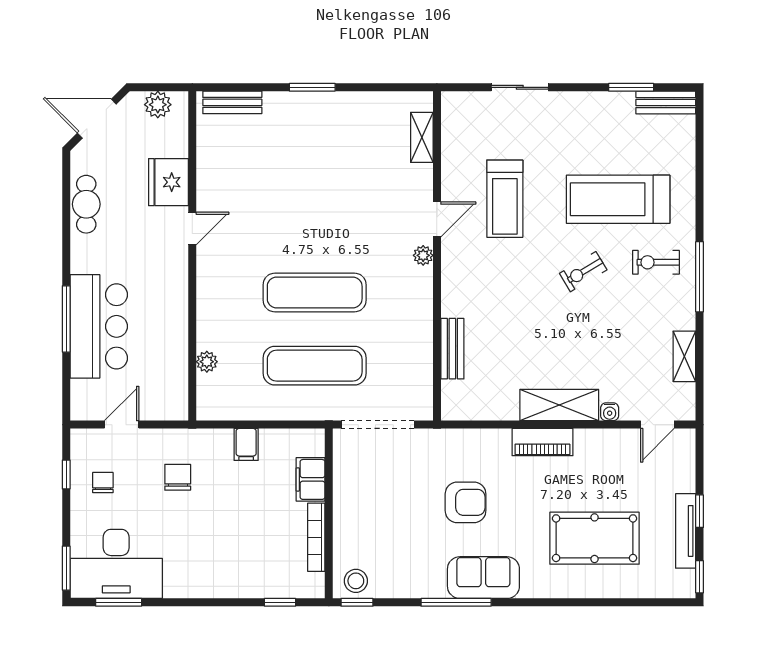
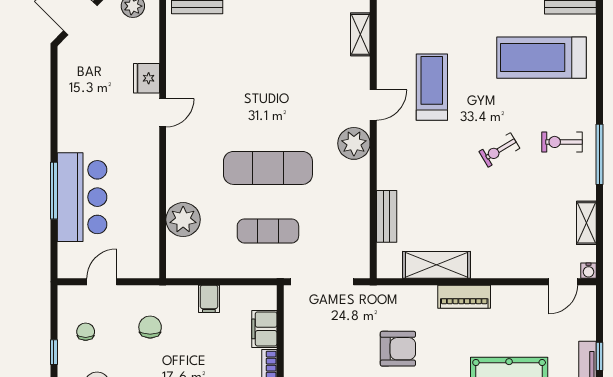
fridge: (169, 182) -> (146, 78), width x0.73, depth x0.75
treadmill: (505, 199) -> (432, 87), turned 180
treadmill: (618, 199) -> (542, 58), moved
cafe table: (86, 204) -> (71, 92), removed
plant: (423, 255) -> (354, 143), width x1.88, depth x1.88
plant: (207, 362) -> (183, 220), width x1.87, depth x1.87
exercise mat: (315, 366) -> (268, 231), width x0.73, depth x0.69
shelving: (559, 405) -> (437, 265), moved
water cooler: (610, 412) -> (588, 271), moved
window: (66, 475) -> (54, 352), moved

